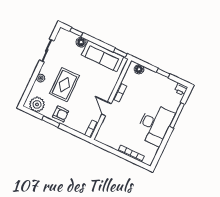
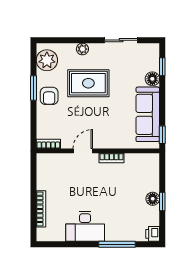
floor lamp: (139, 69) -> (153, 199), moved
desk: (155, 125) -> (85, 226), width x0.73, depth x0.77

